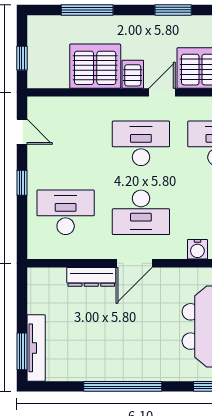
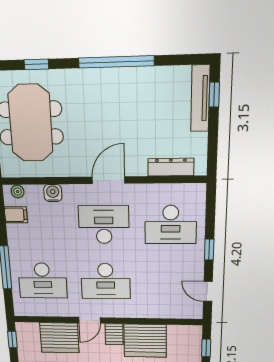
dresser: (91, 277) -> (171, 167), moved
window: (22, 351) -> (214, 95), width x0.67

